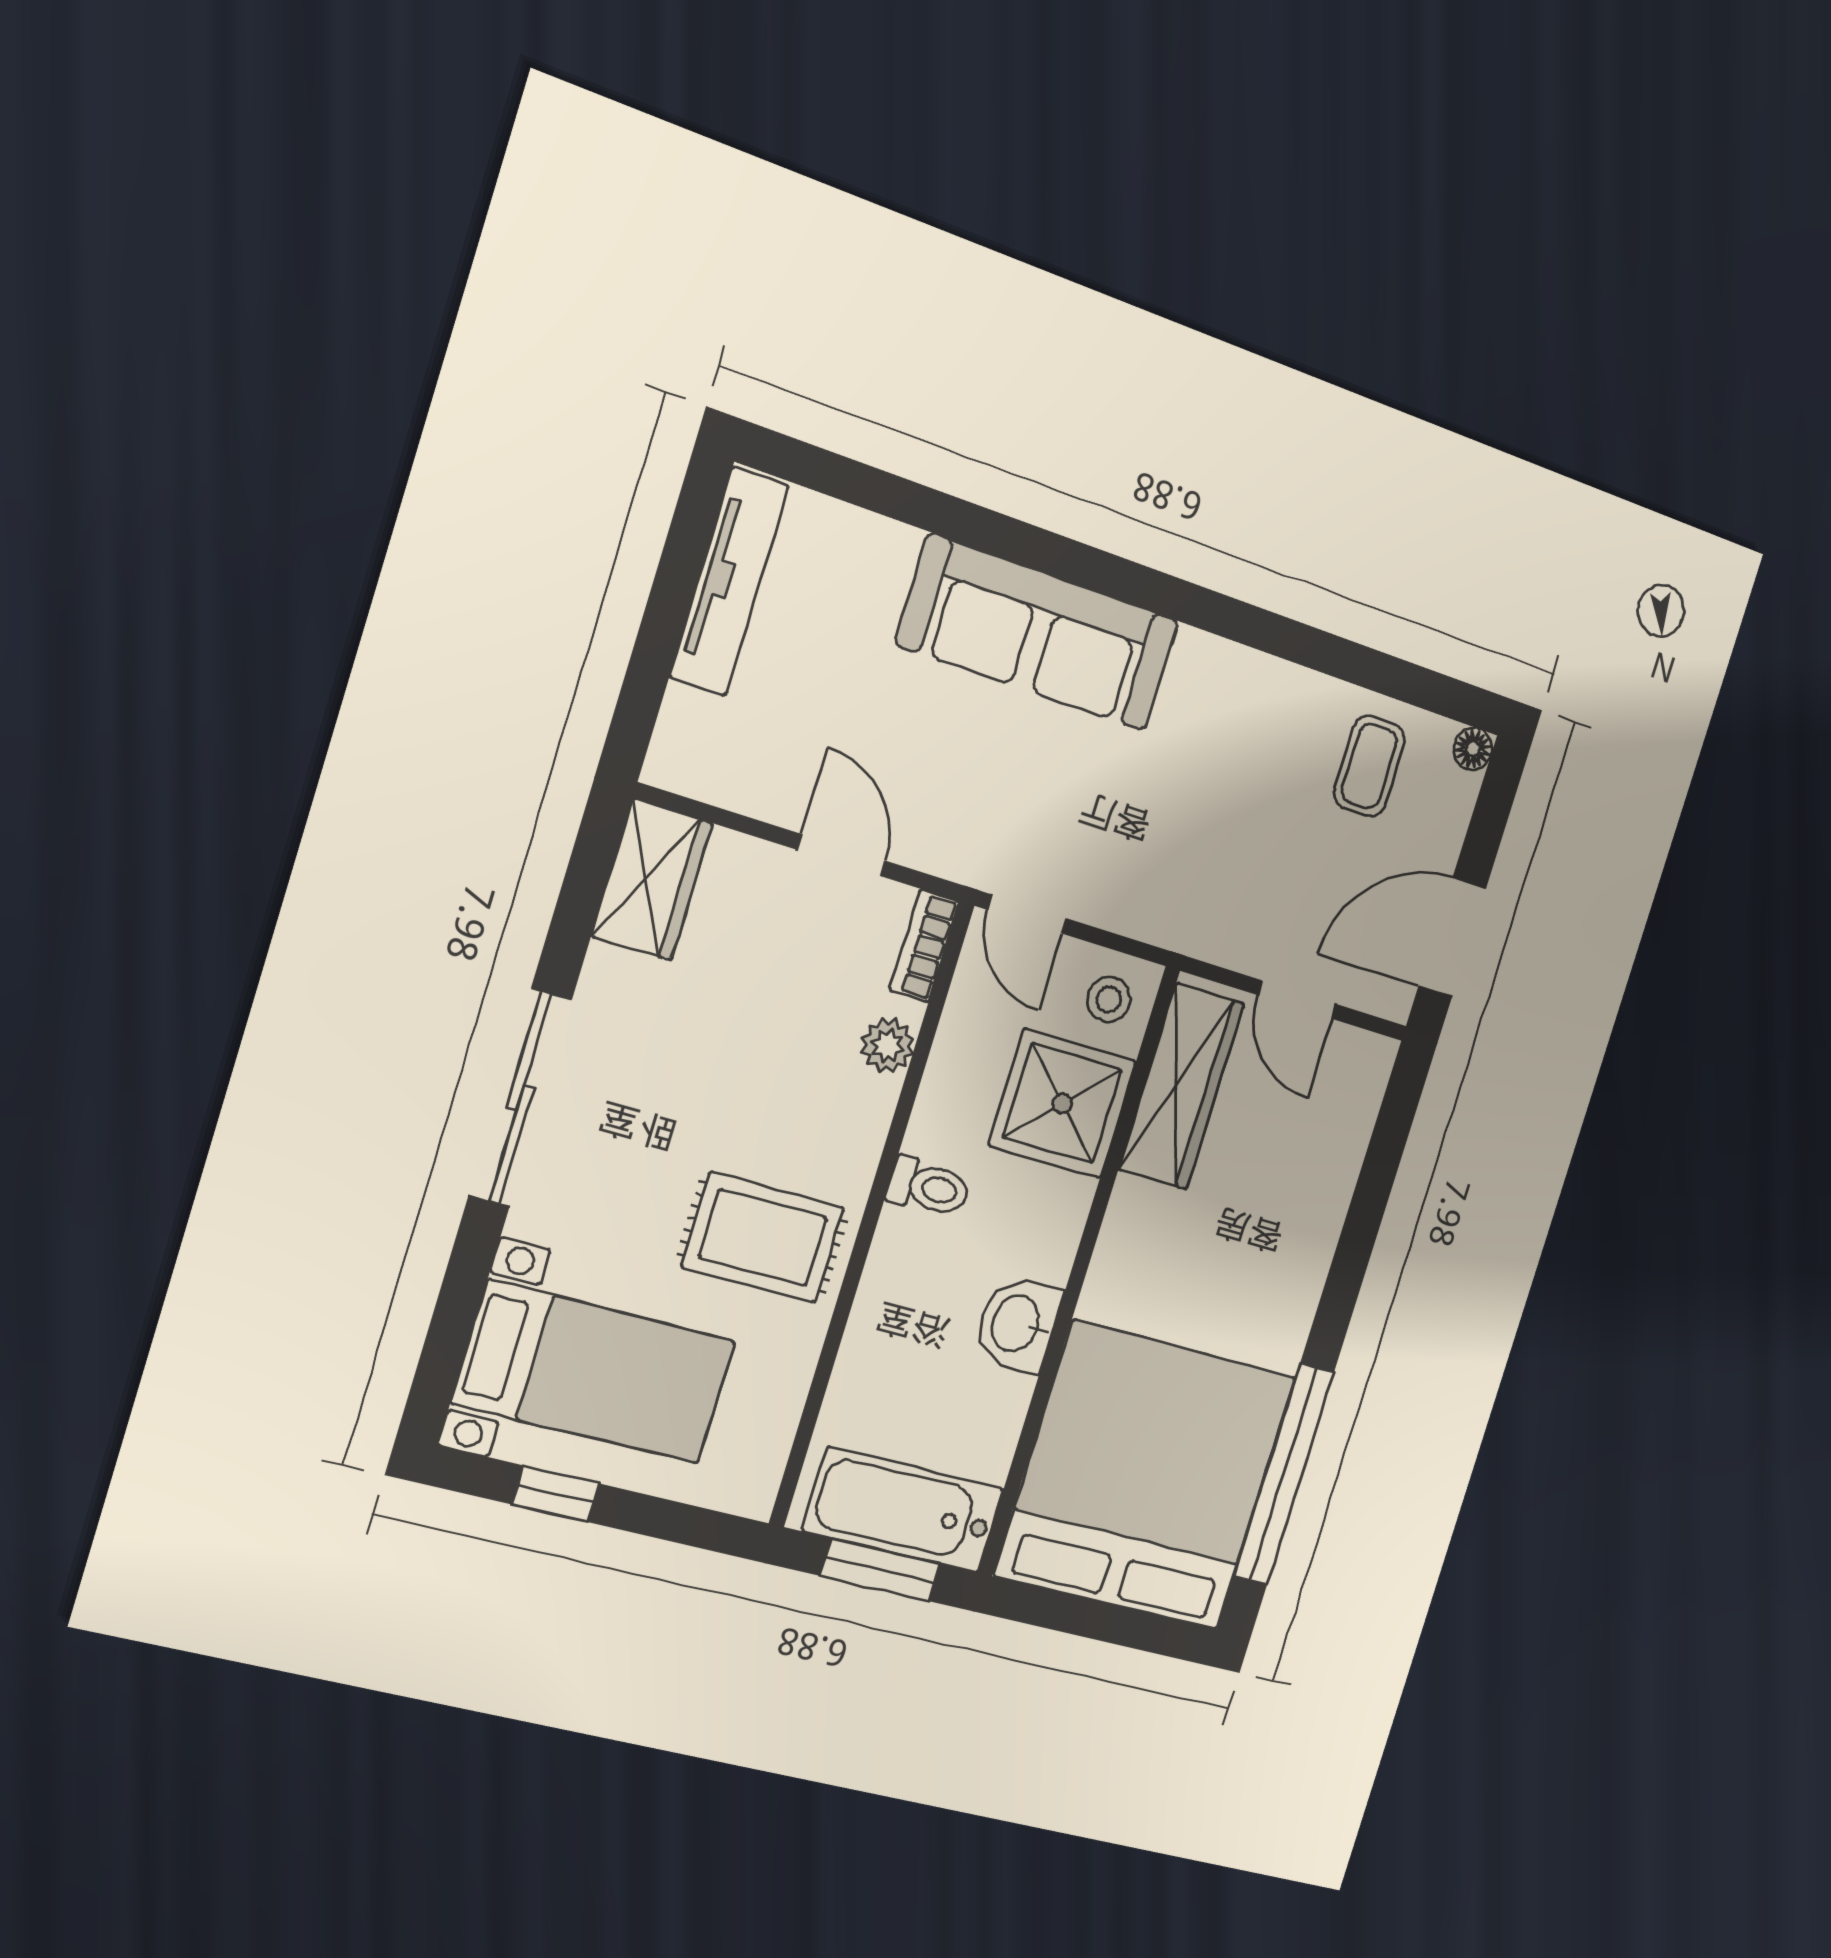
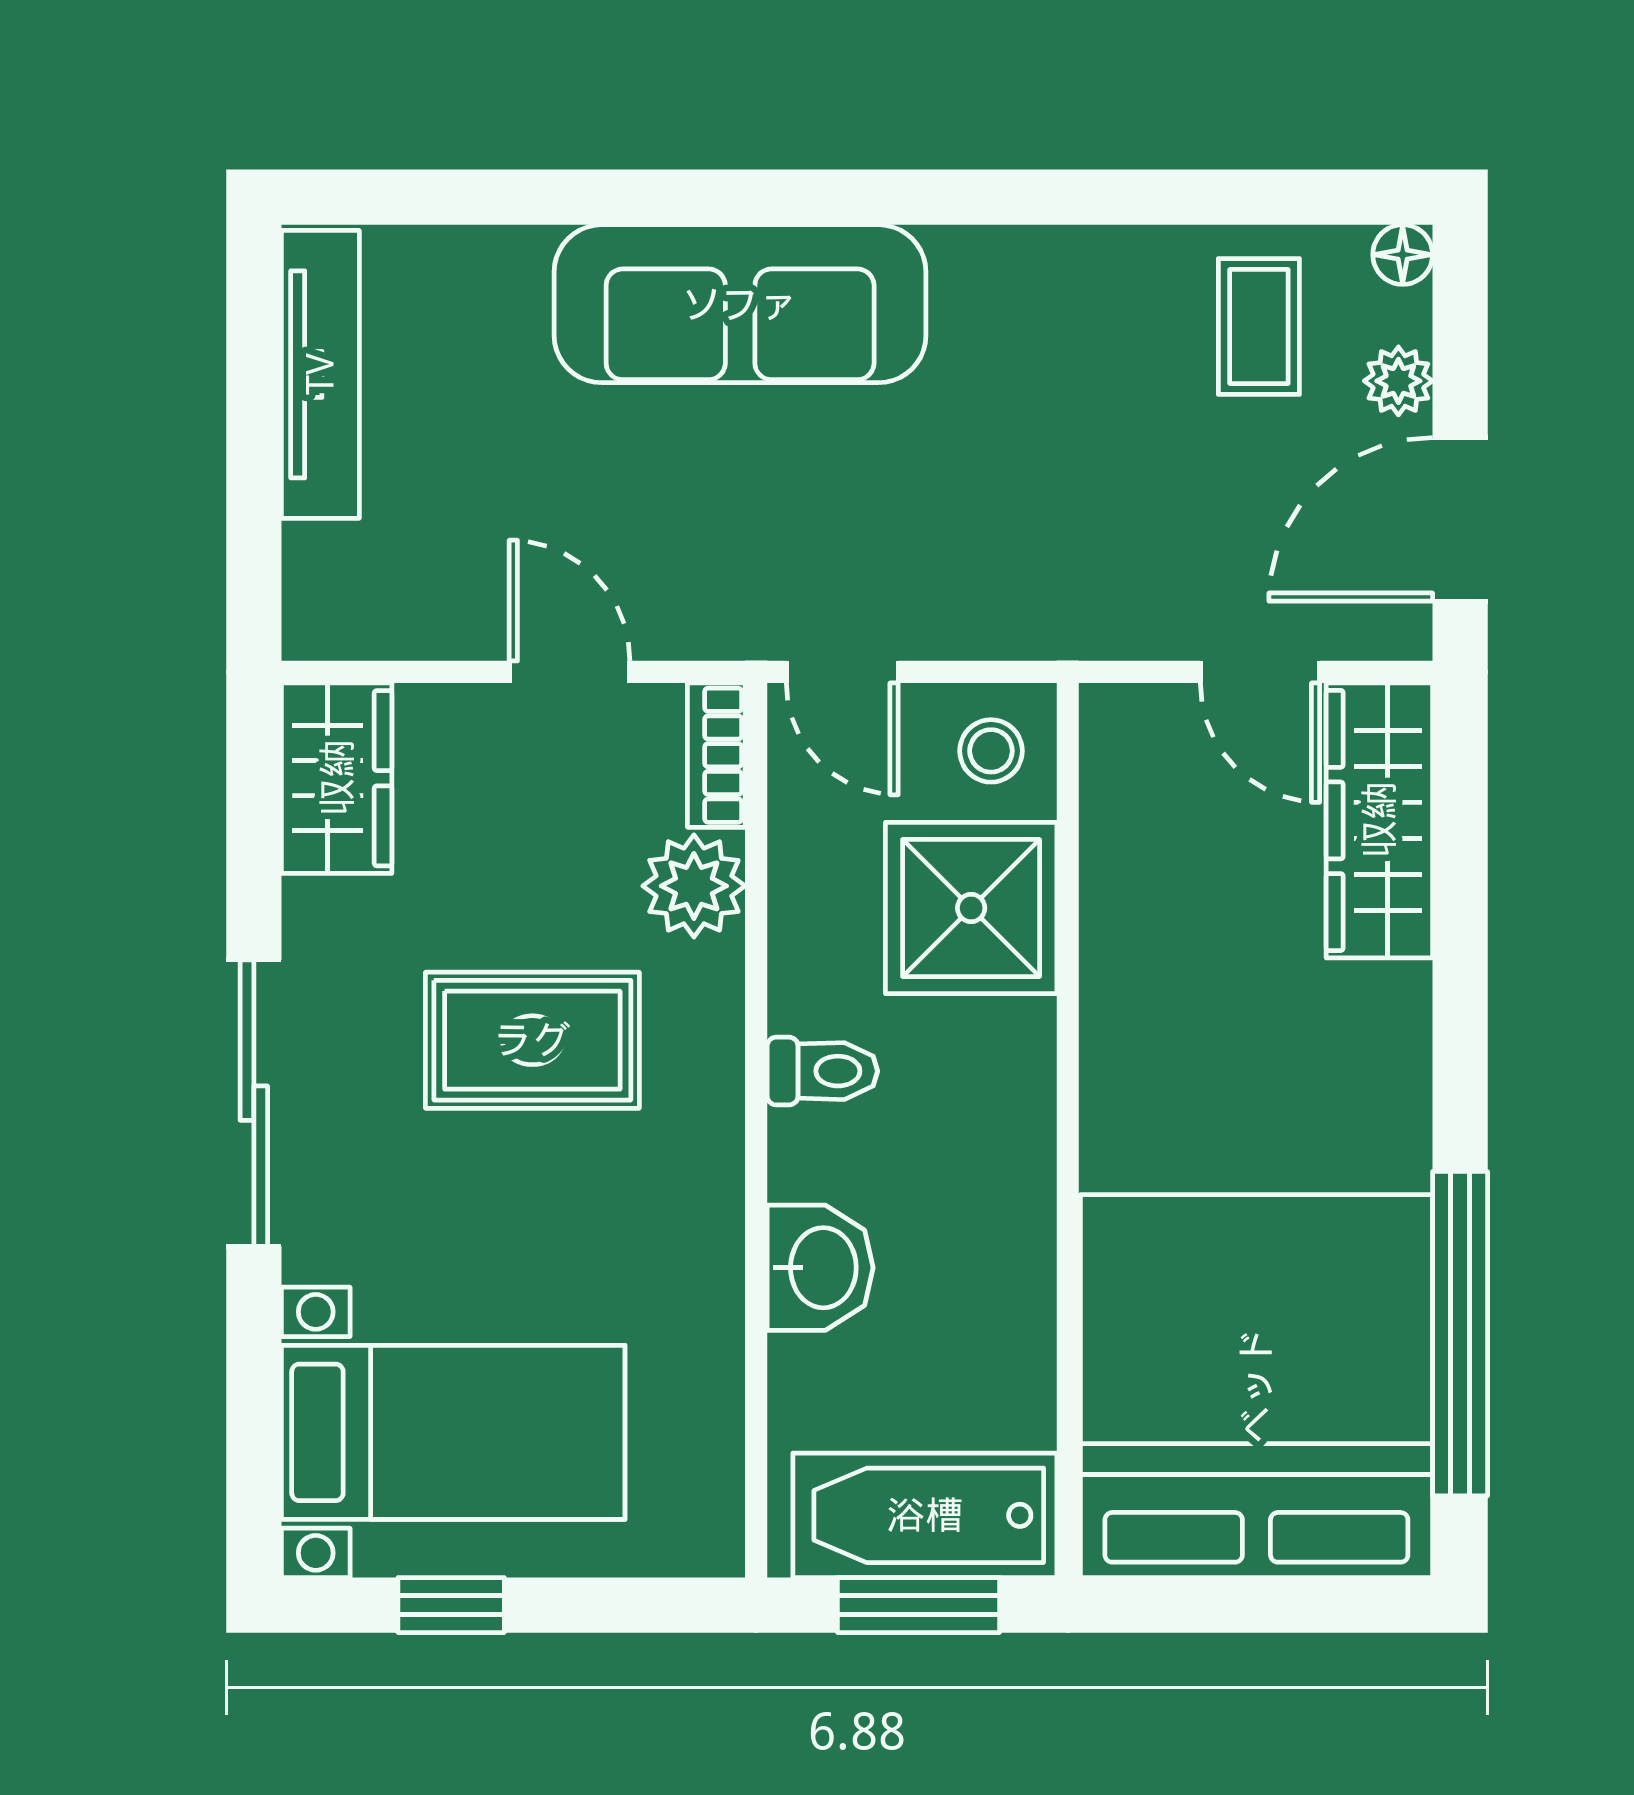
plant: (1444, 833) -> (1398, 381), added
plant: (888, 1046) -> (694, 886), width x1.38, depth x1.38
wardrobe: (1181, 1087) -> (1379, 820), moved, turned 180
rug: (763, 1237) -> (532, 1040), moved
washbasin: (1017, 1324) -> (820, 1268), moved, turned 180

